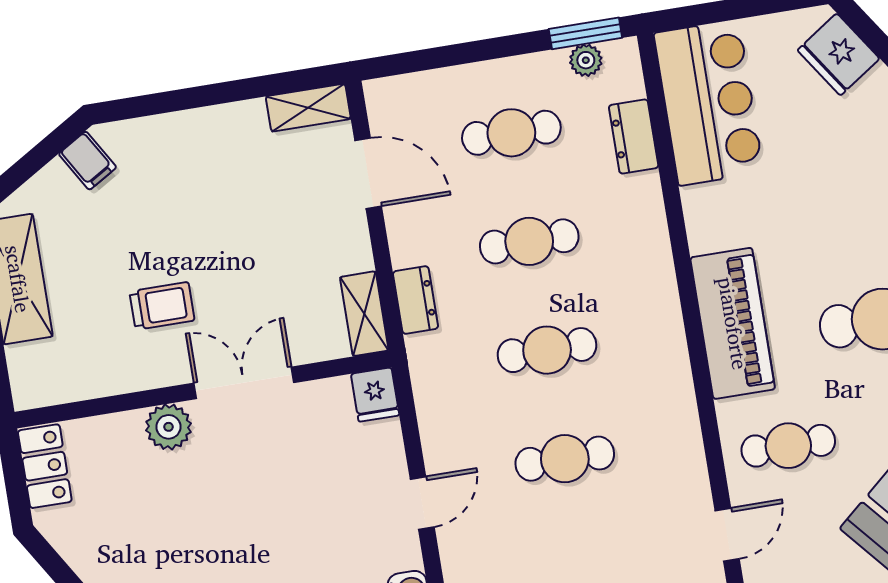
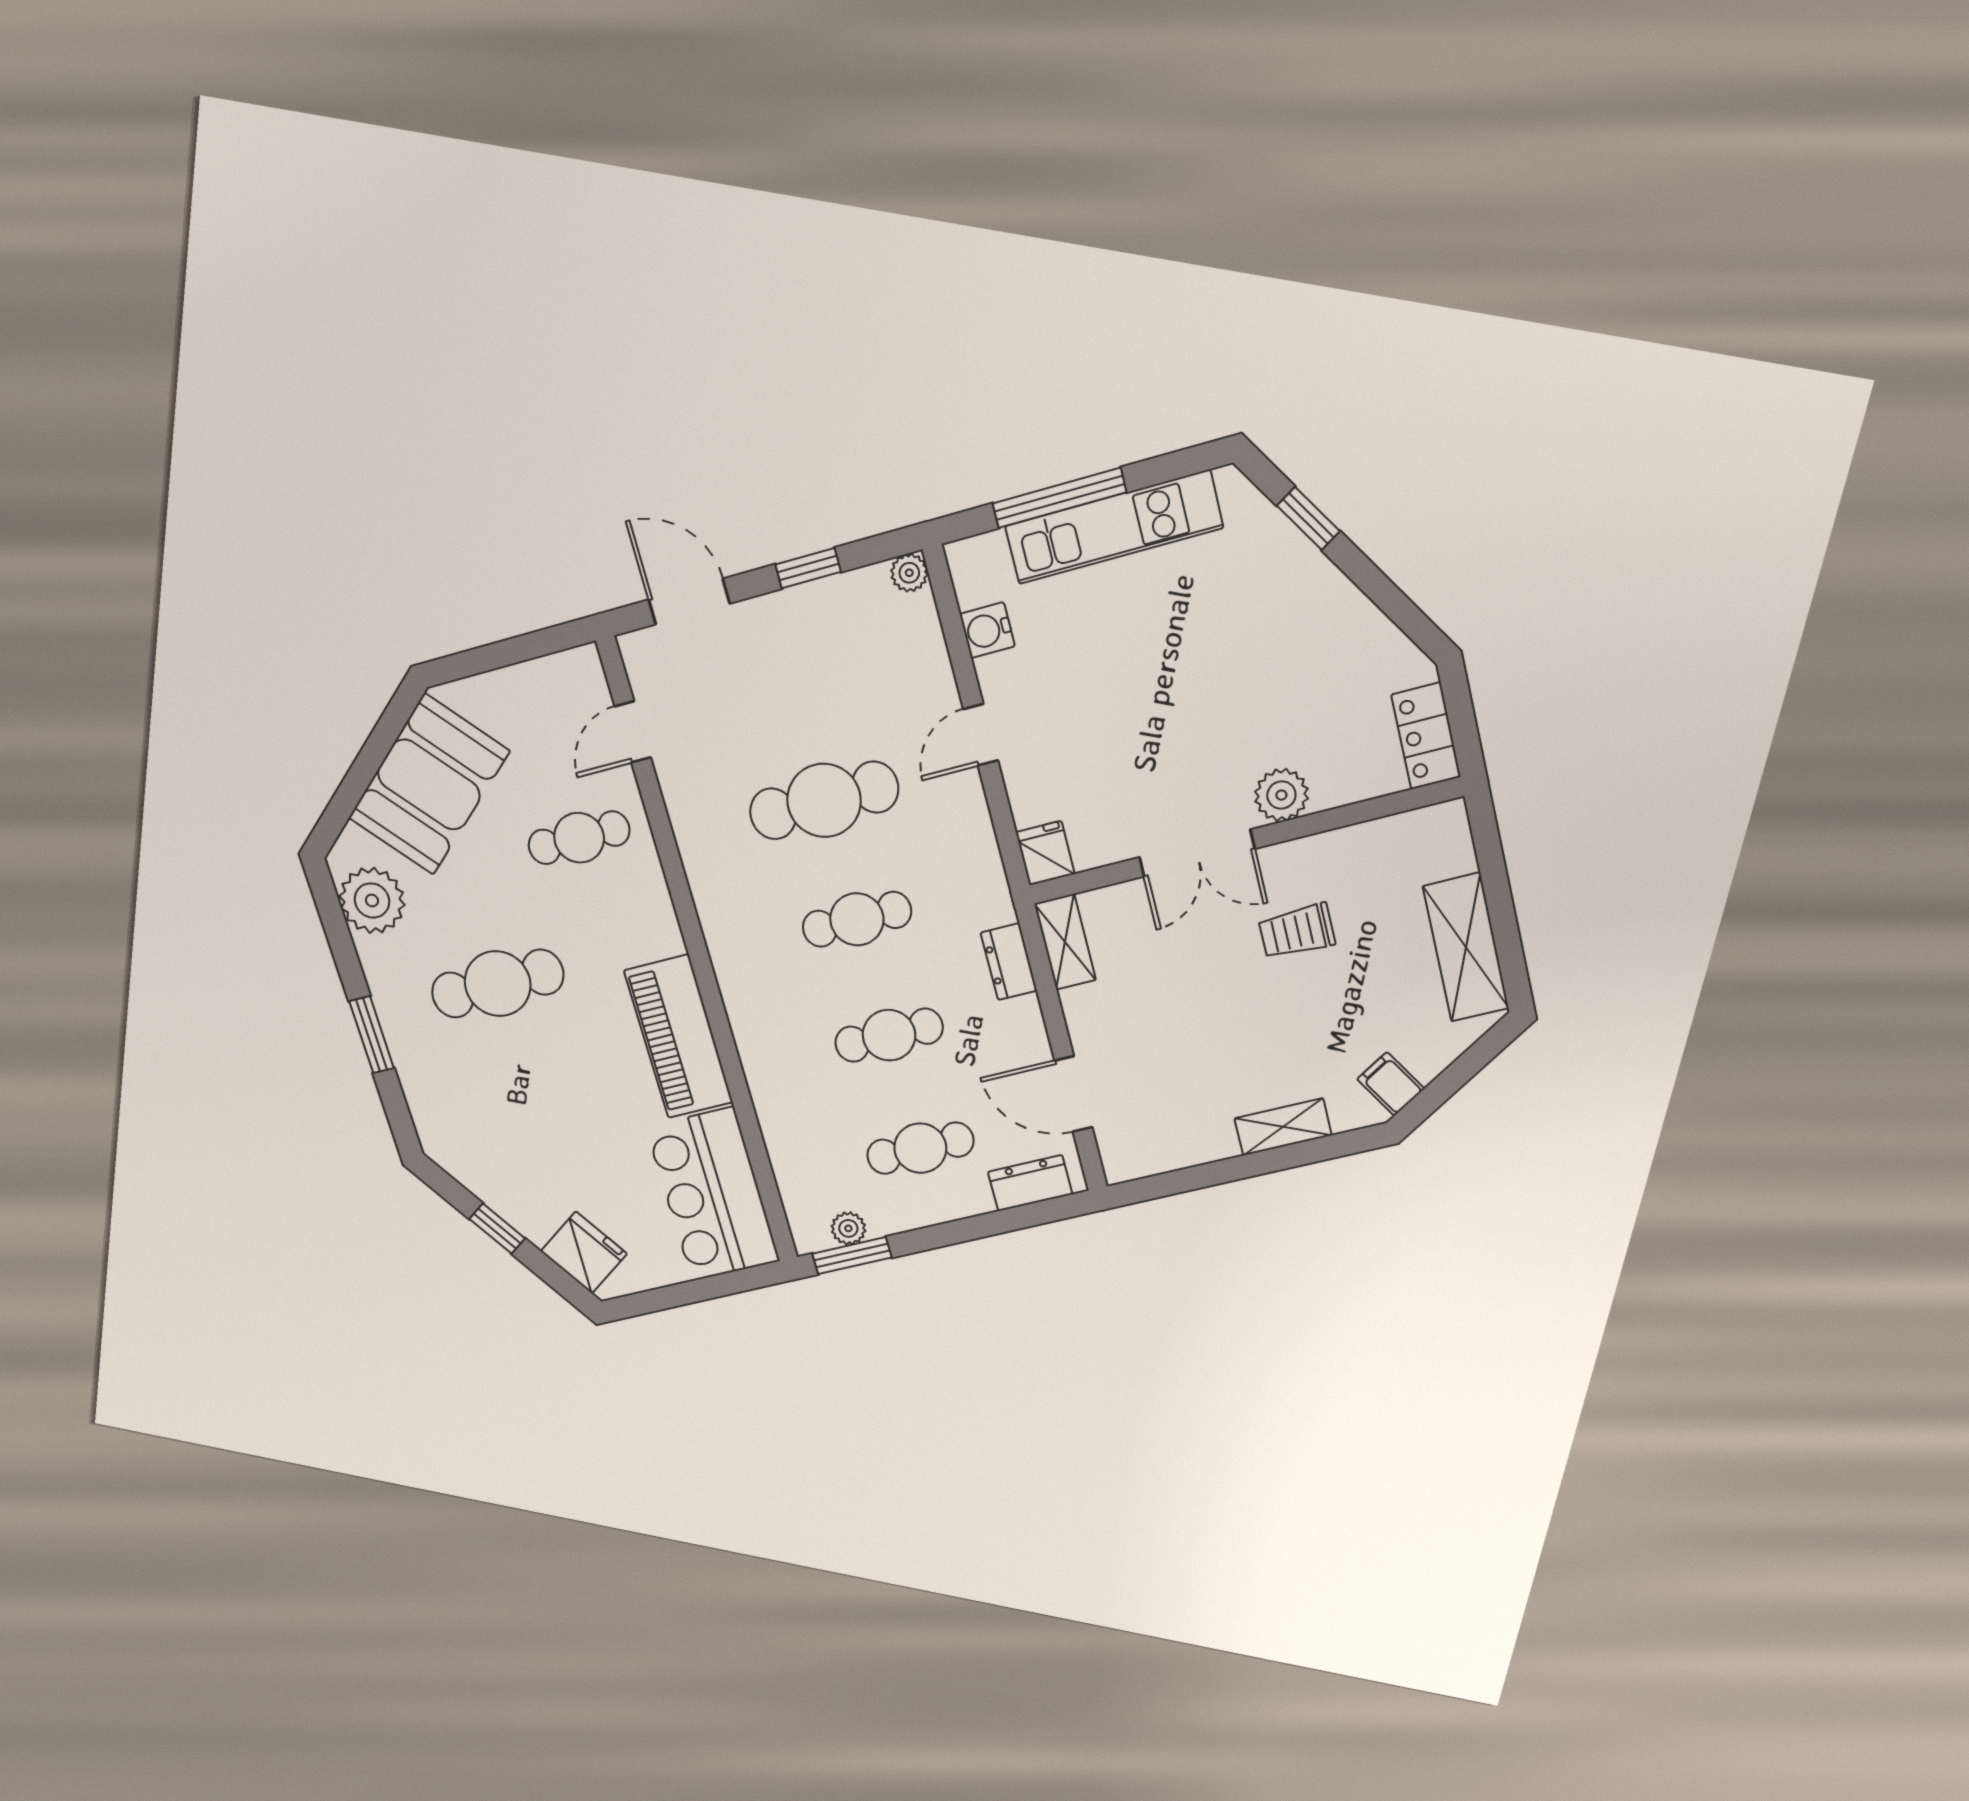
shelving: (308, 108) -> (1283, 1127), moved
dresser: (634, 136) -> (1030, 1183), moved, turned -90
piano: (733, 323) -> (679, 1037), moved
cafe table: (565, 459) -> (824, 800), width x1.37, depth x1.35

